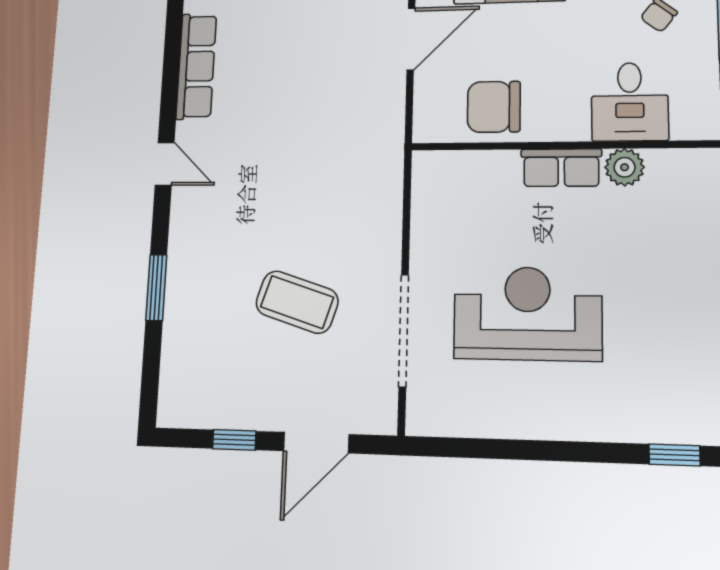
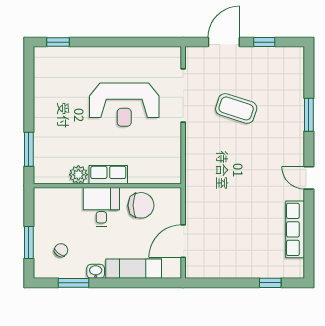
desk: (630, 102) -> (101, 207), moved

